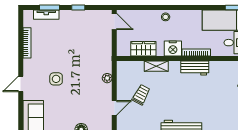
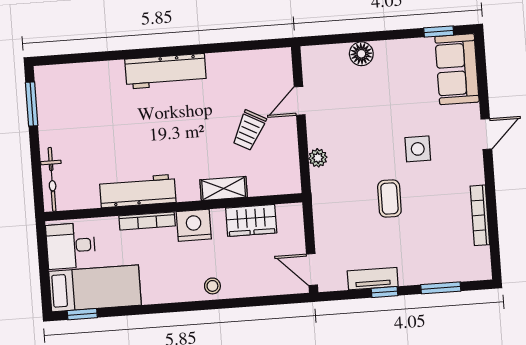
tv unit: (46, 15) -> (373, 279), moved
coffee table: (72, 55) -> (389, 199), added
workbench: (195, 68) -> (138, 191), width x1.38

